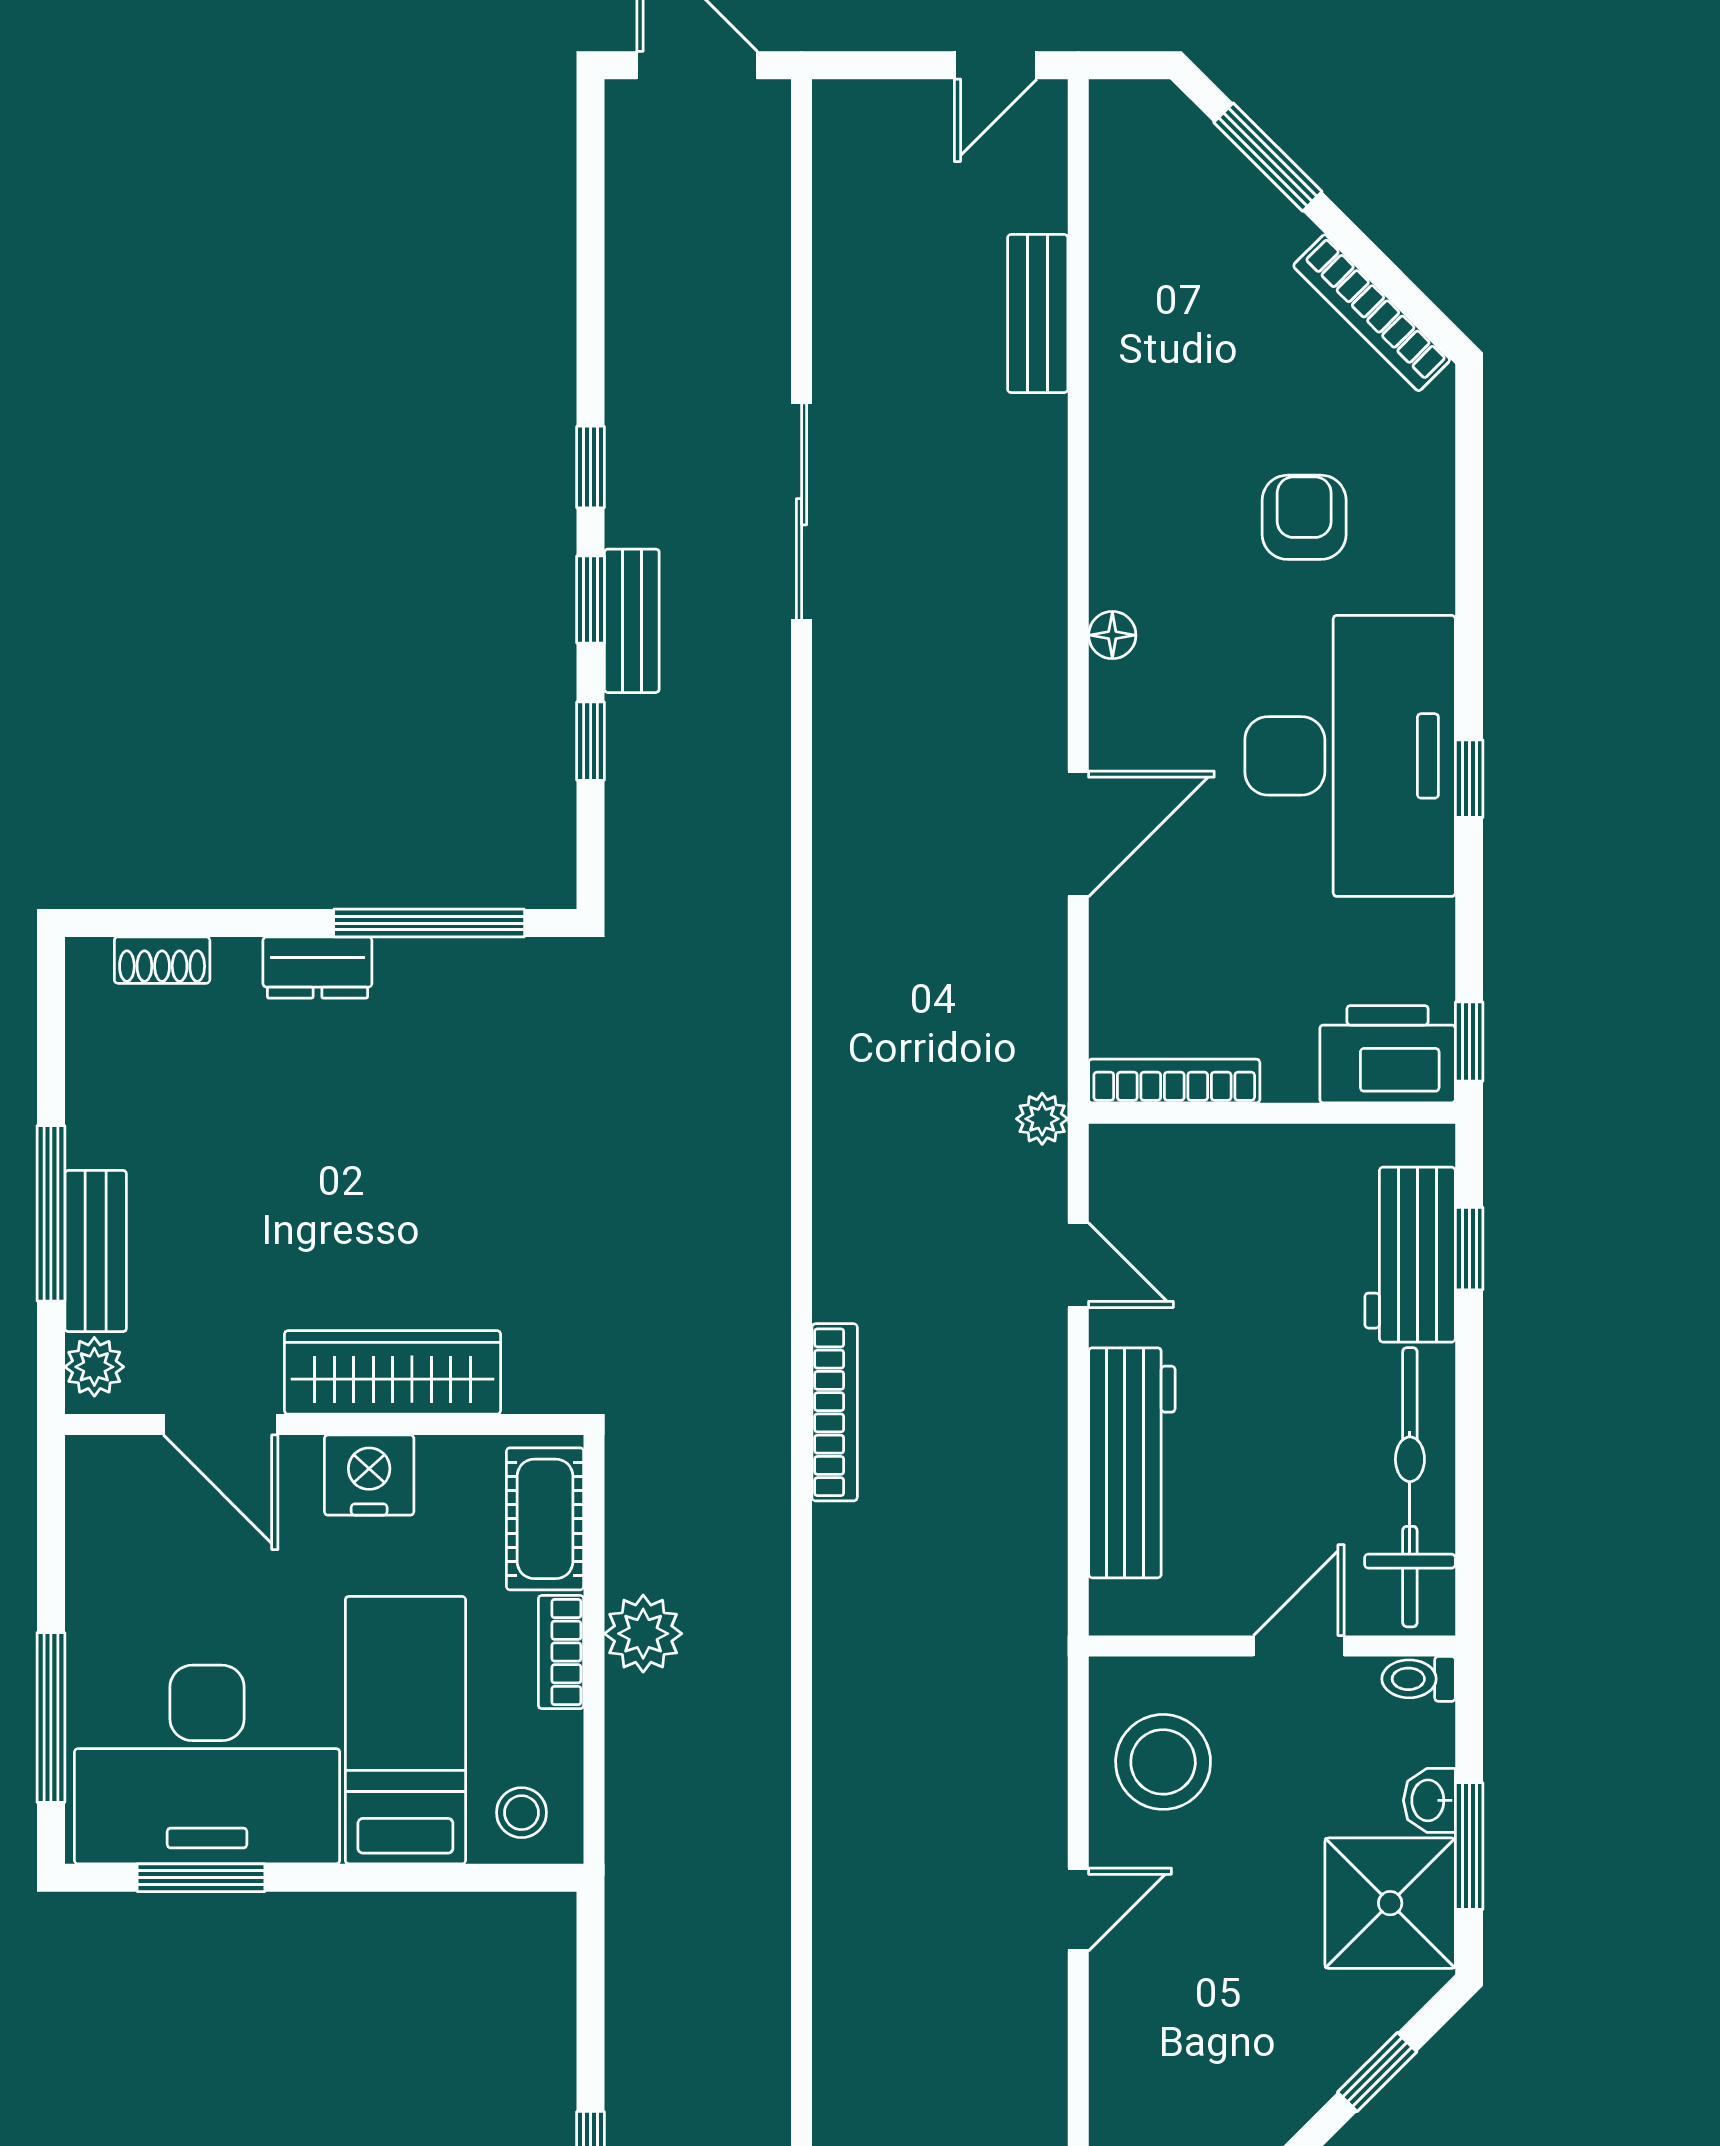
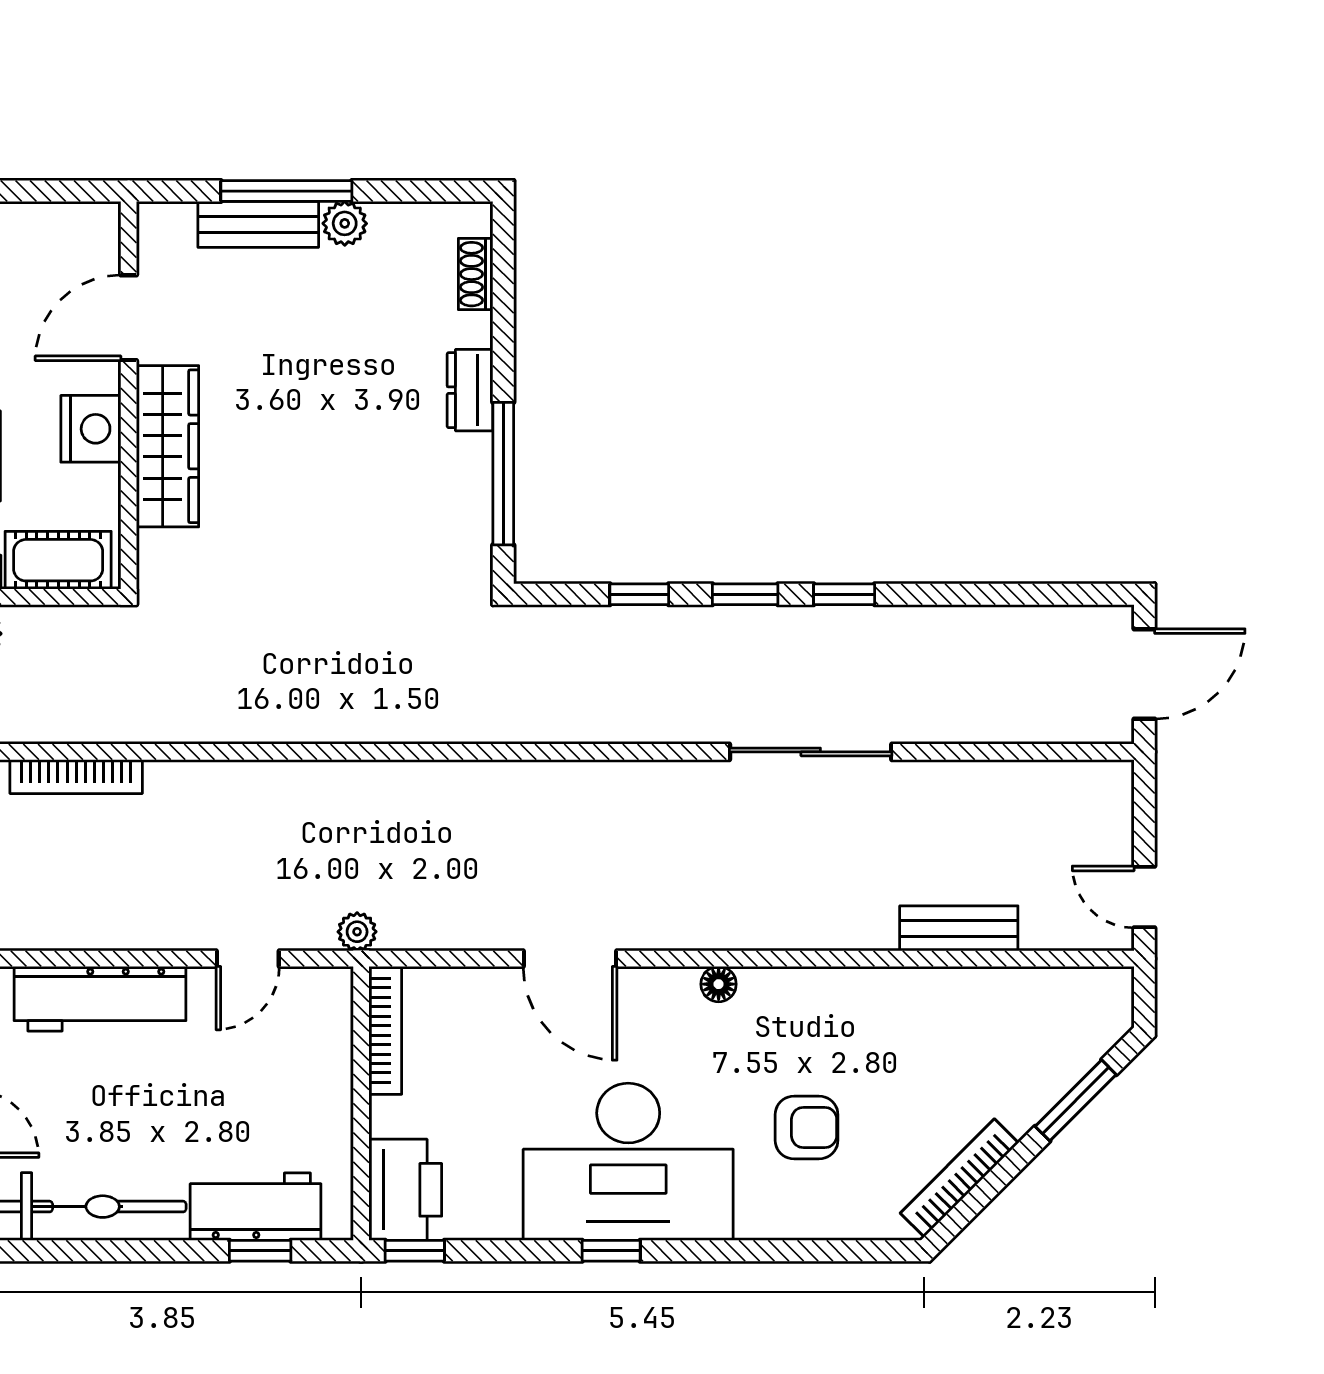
bench: (632, 621) -> (729, 625), removed
plant: (94, 1367) -> (345, 223), moved
bookcase: (835, 1412) -> (76, 777), moved

